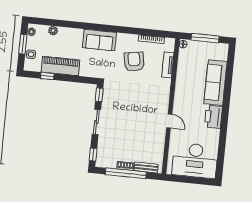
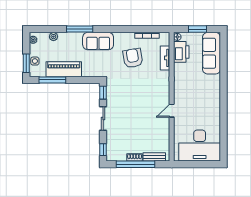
window: (81, 26) -> (80, 29), added
window: (205, 38) -> (198, 29), width x0.69
window: (23, 44) -> (26, 63), moved
window: (47, 76) -> (52, 80), width x2.17
sofa: (215, 83) -> (212, 53), moved
printer: (213, 117) -> (181, 52), moved, turned 180
door: (169, 121) -> (172, 111), swing flipped

